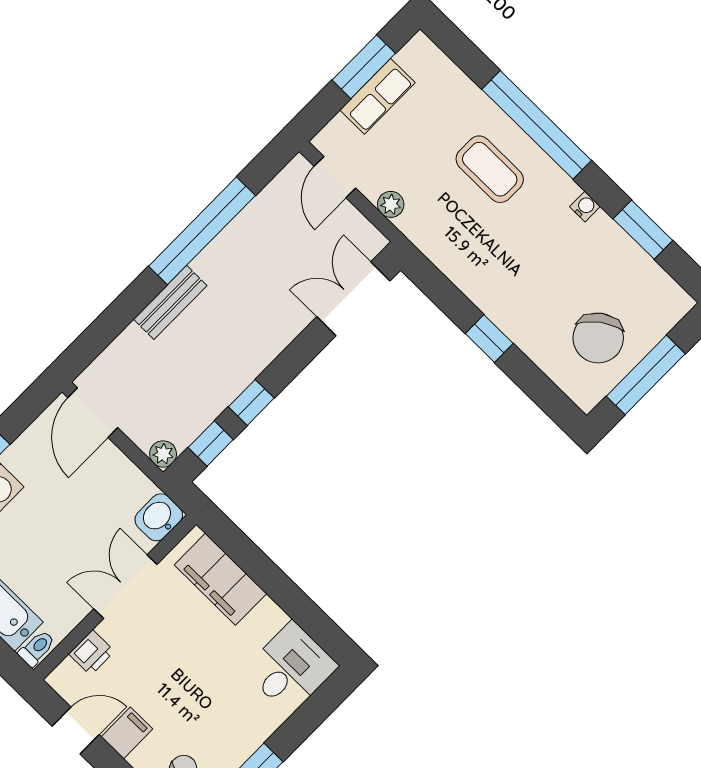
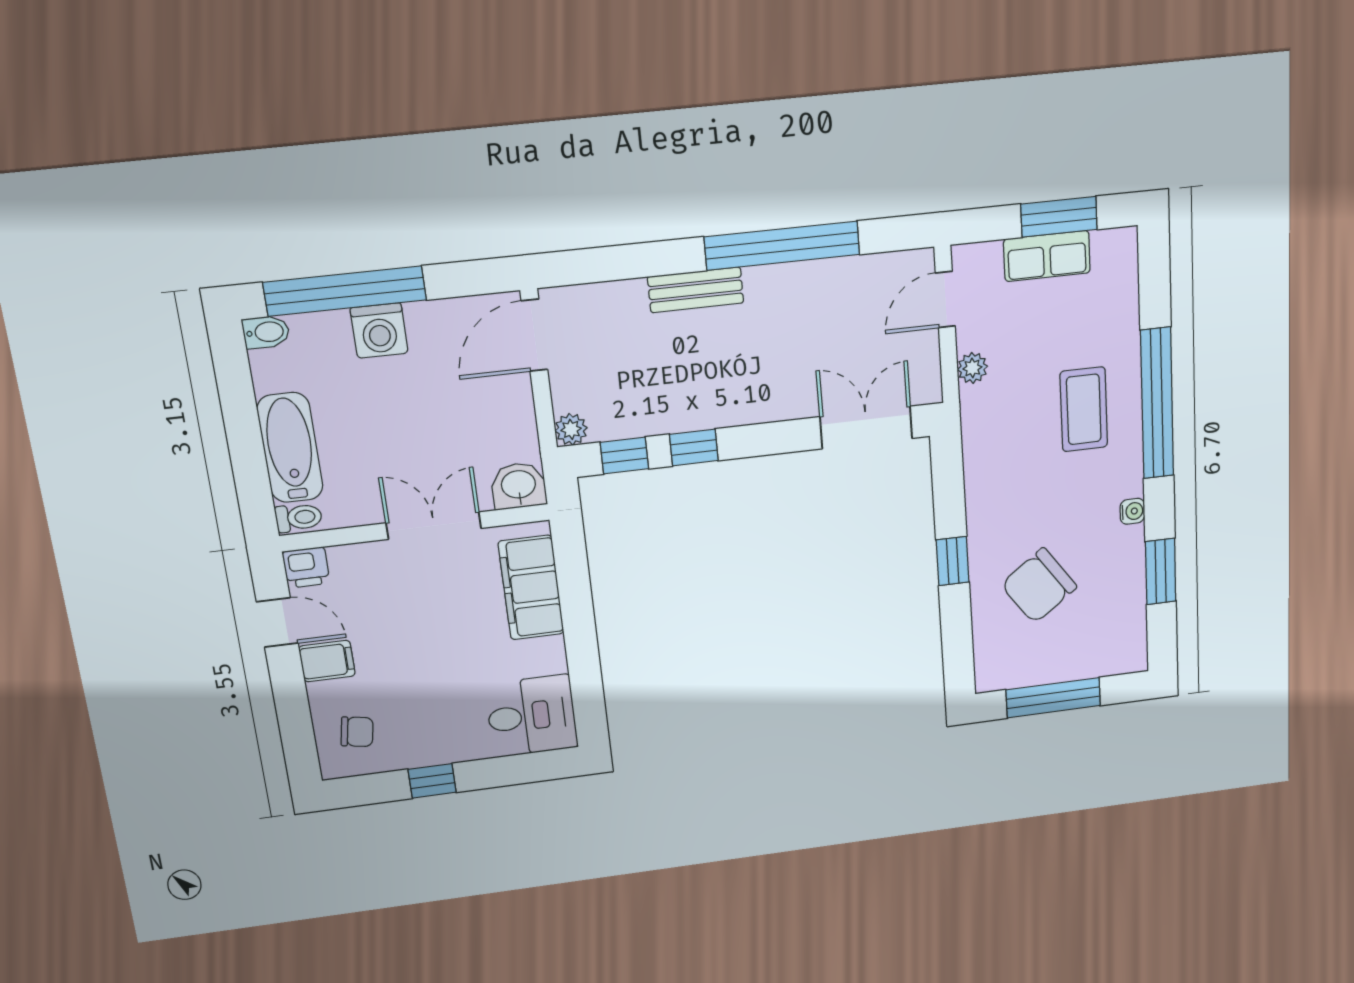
chair: (598, 338) -> (1039, 586), moved
printer: (92, 653) -> (306, 567), moved

